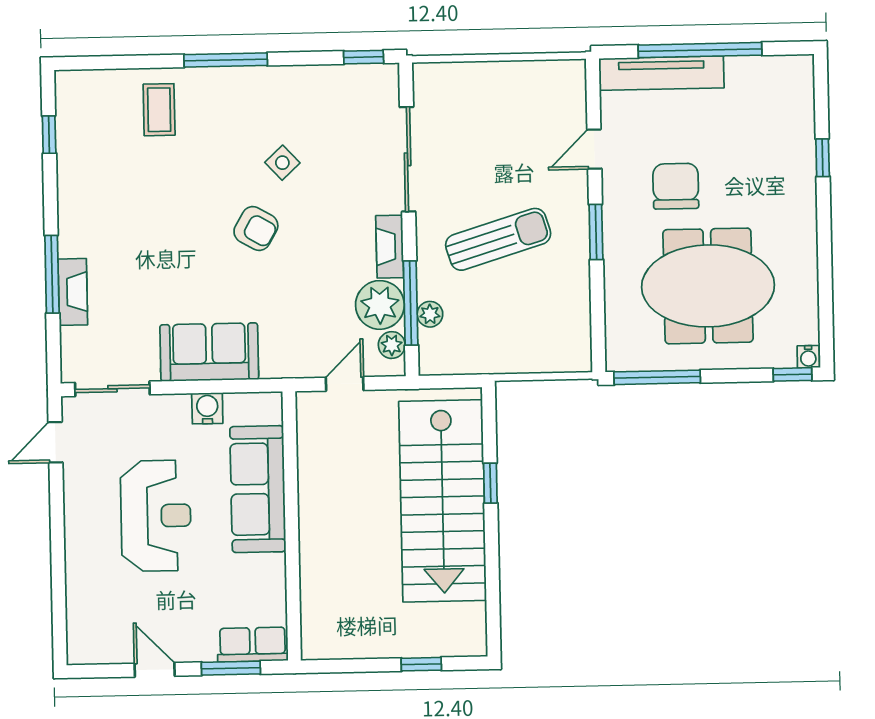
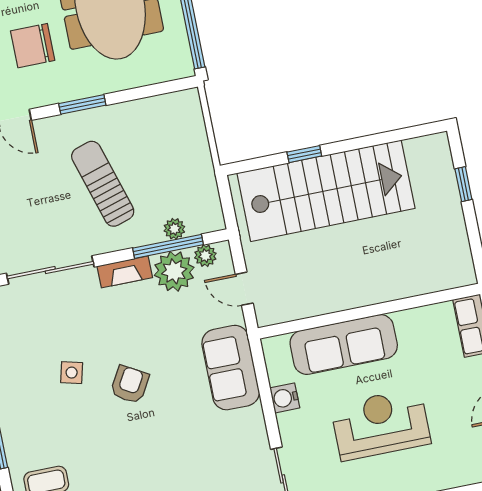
side table: (282, 163) -> (72, 373), turned -33
sofa: (209, 352) -> (231, 368), moved

